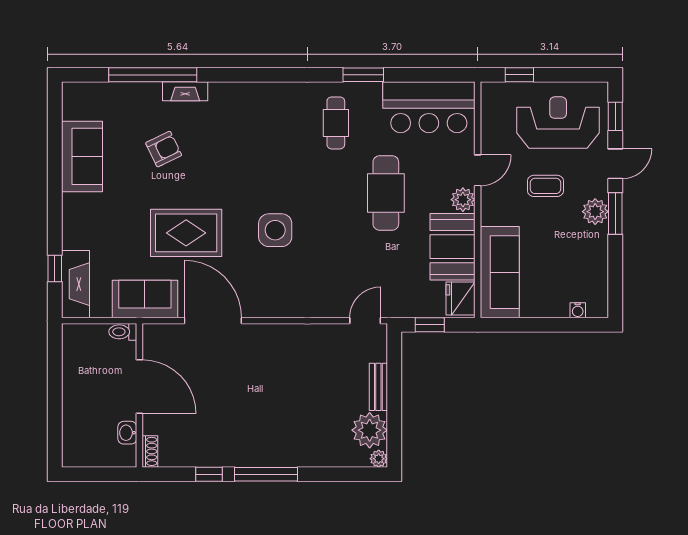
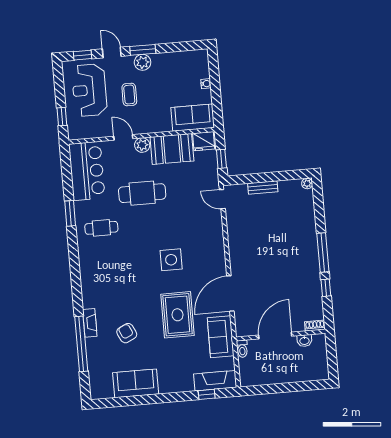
sofa: (500, 272) -> (193, 118), width x0.73
water cooler: (578, 310) -> (206, 84), moved
plant: (370, 430) -> (290, 191), removed

